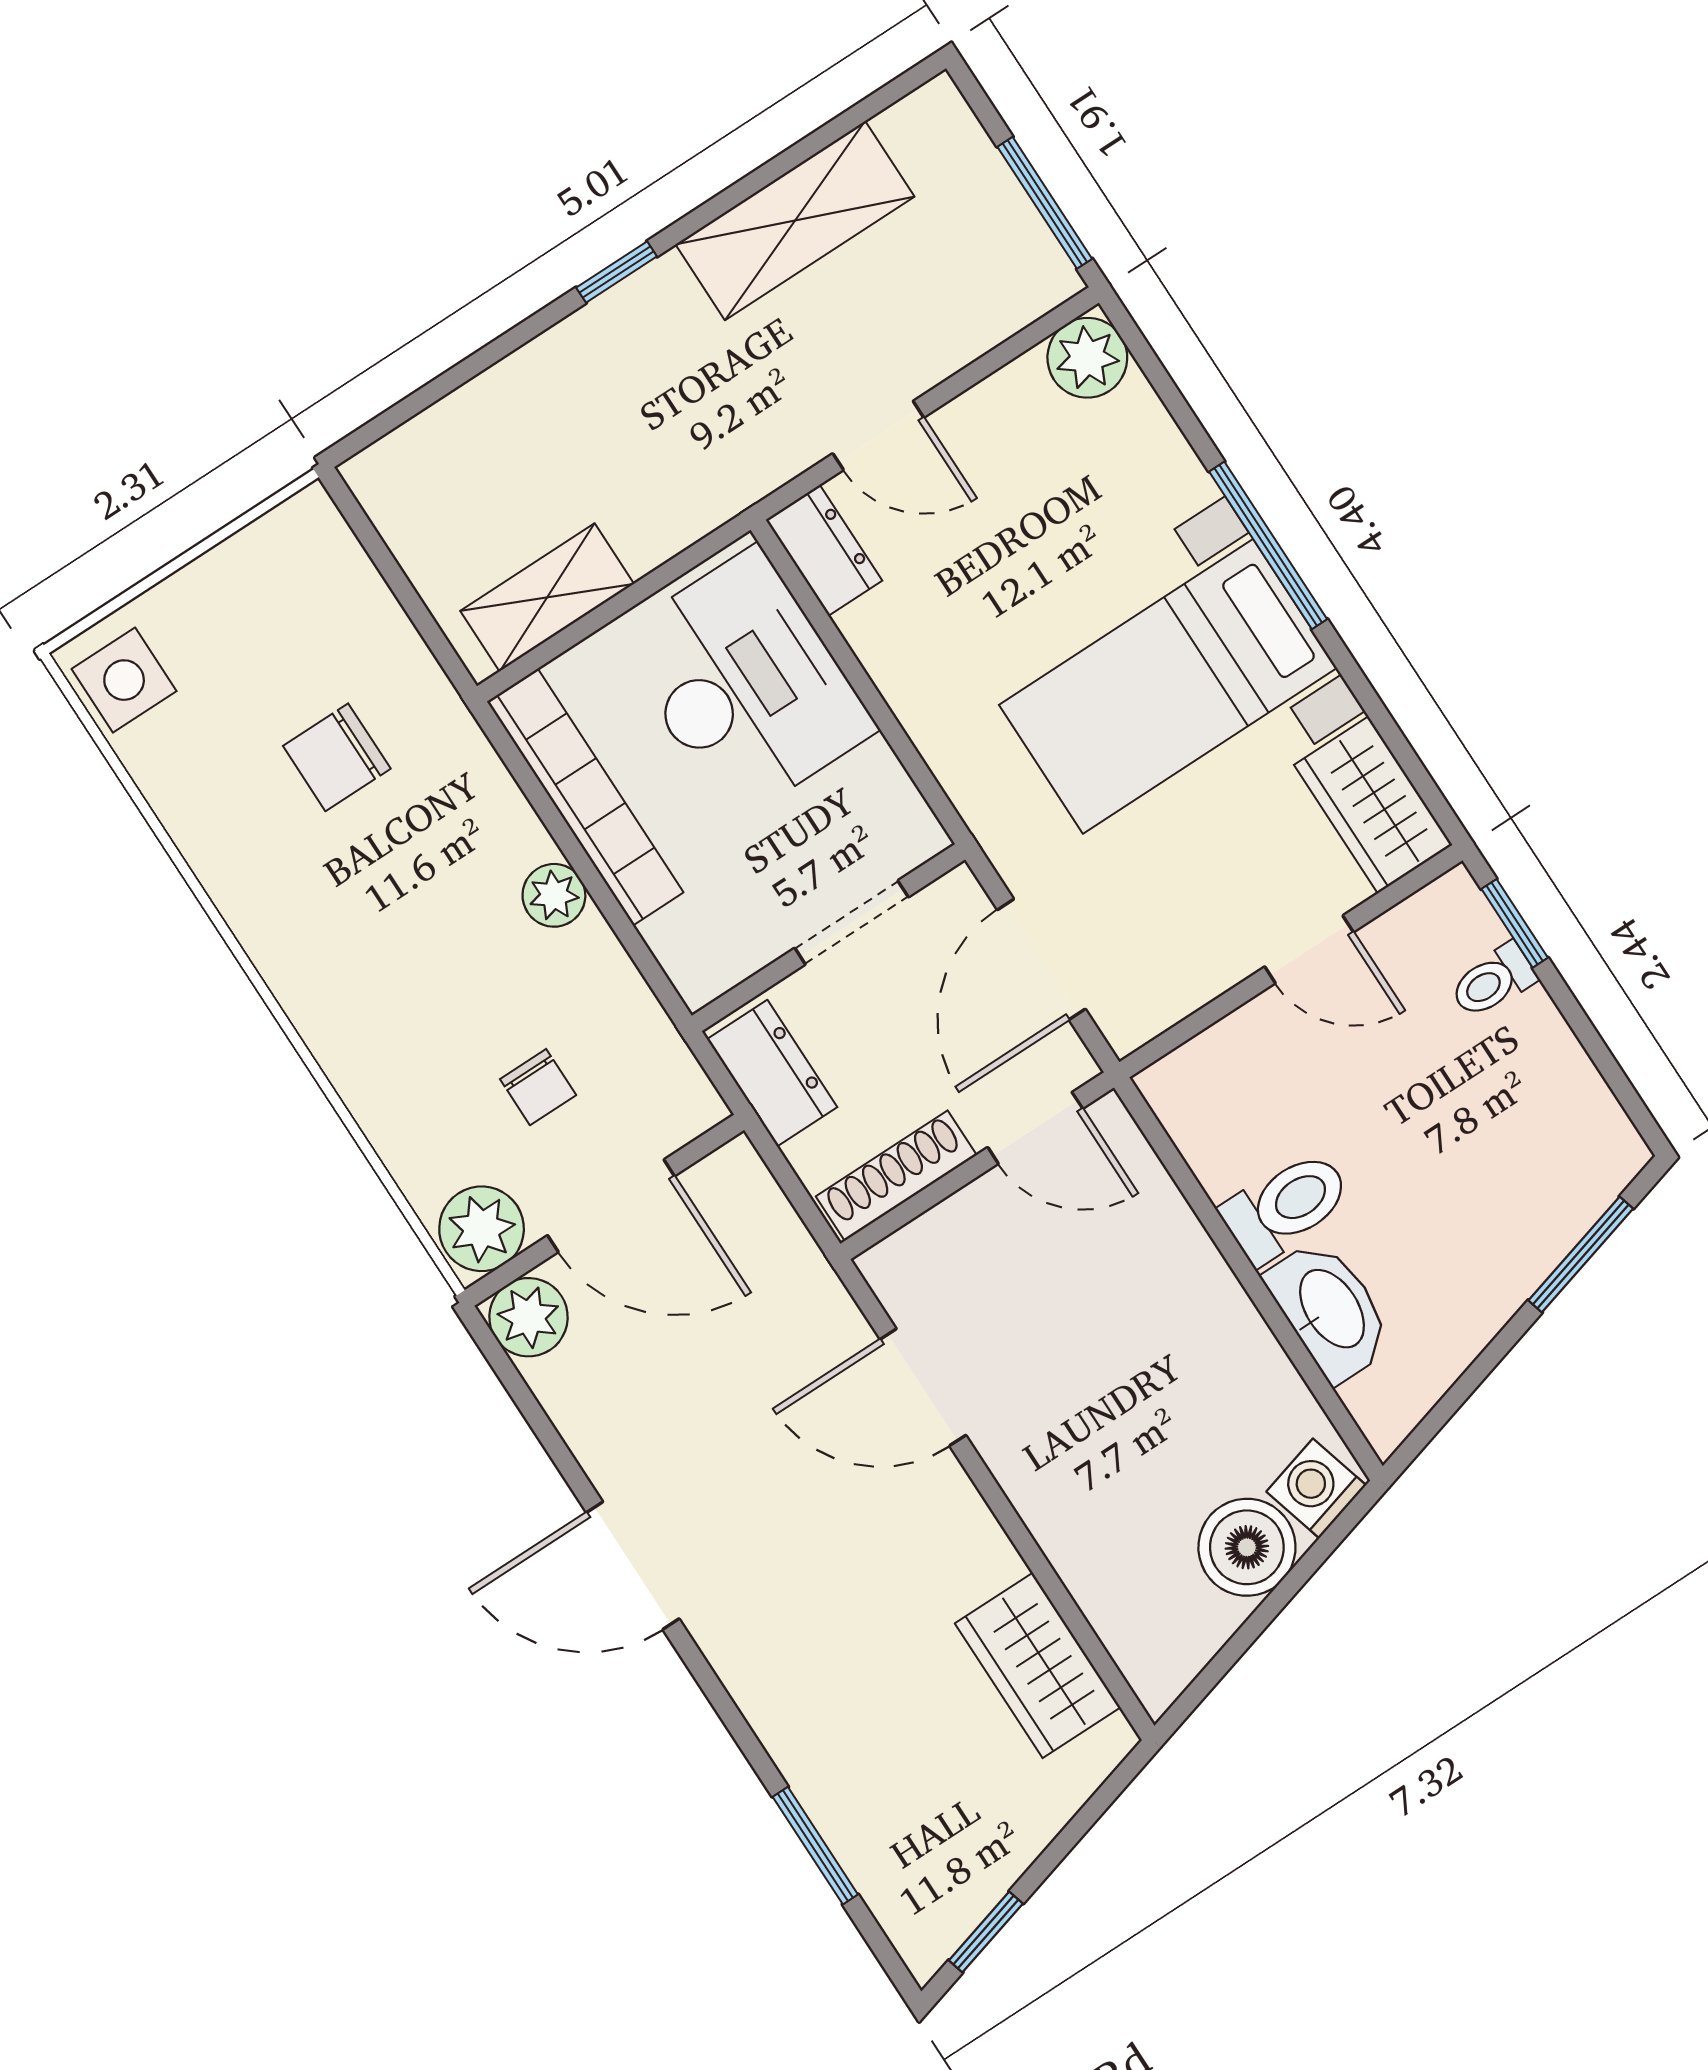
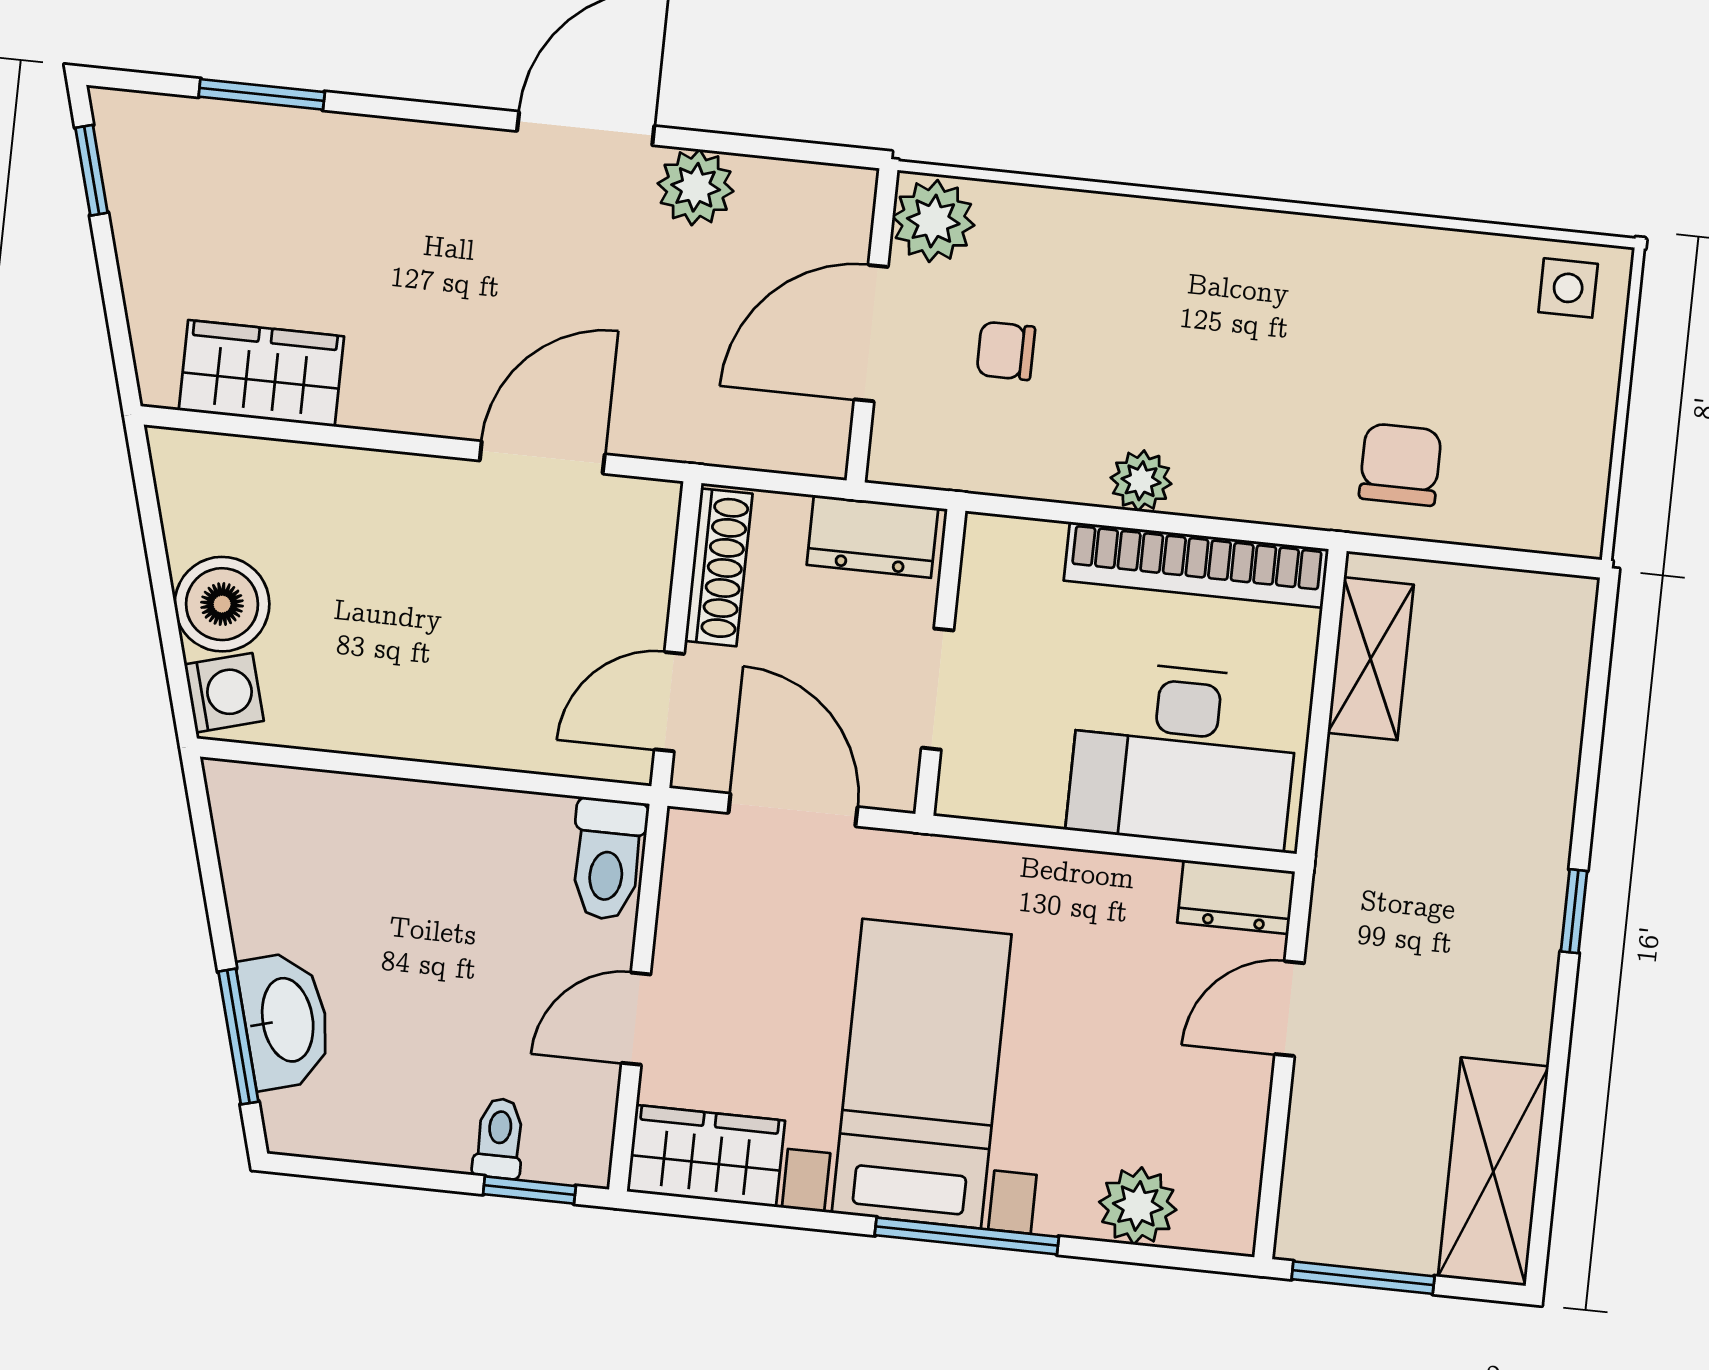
shelving: (795, 221) -> (1493, 1171), moved
plant: (1087, 358) -> (1138, 1206), moved
side table: (124, 680) -> (1568, 288), width x0.73, depth x0.73
chair: (337, 757) -> (1400, 464), moved
toilet: (1286, 1206) -> (607, 859), moved
washbasin: (1330, 1310) -> (285, 1020), moved, turned -106
plant: (529, 1317) -> (696, 187), moved

